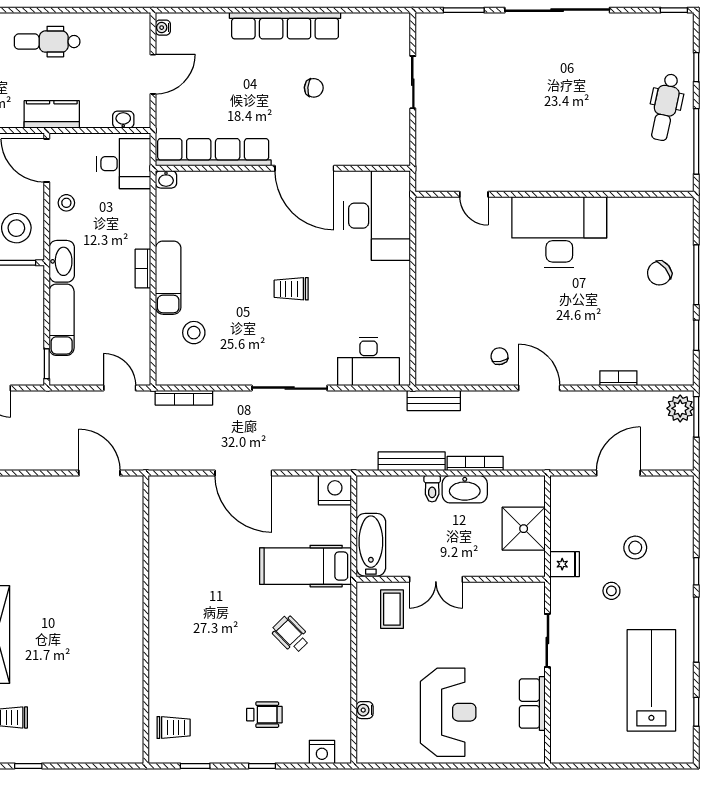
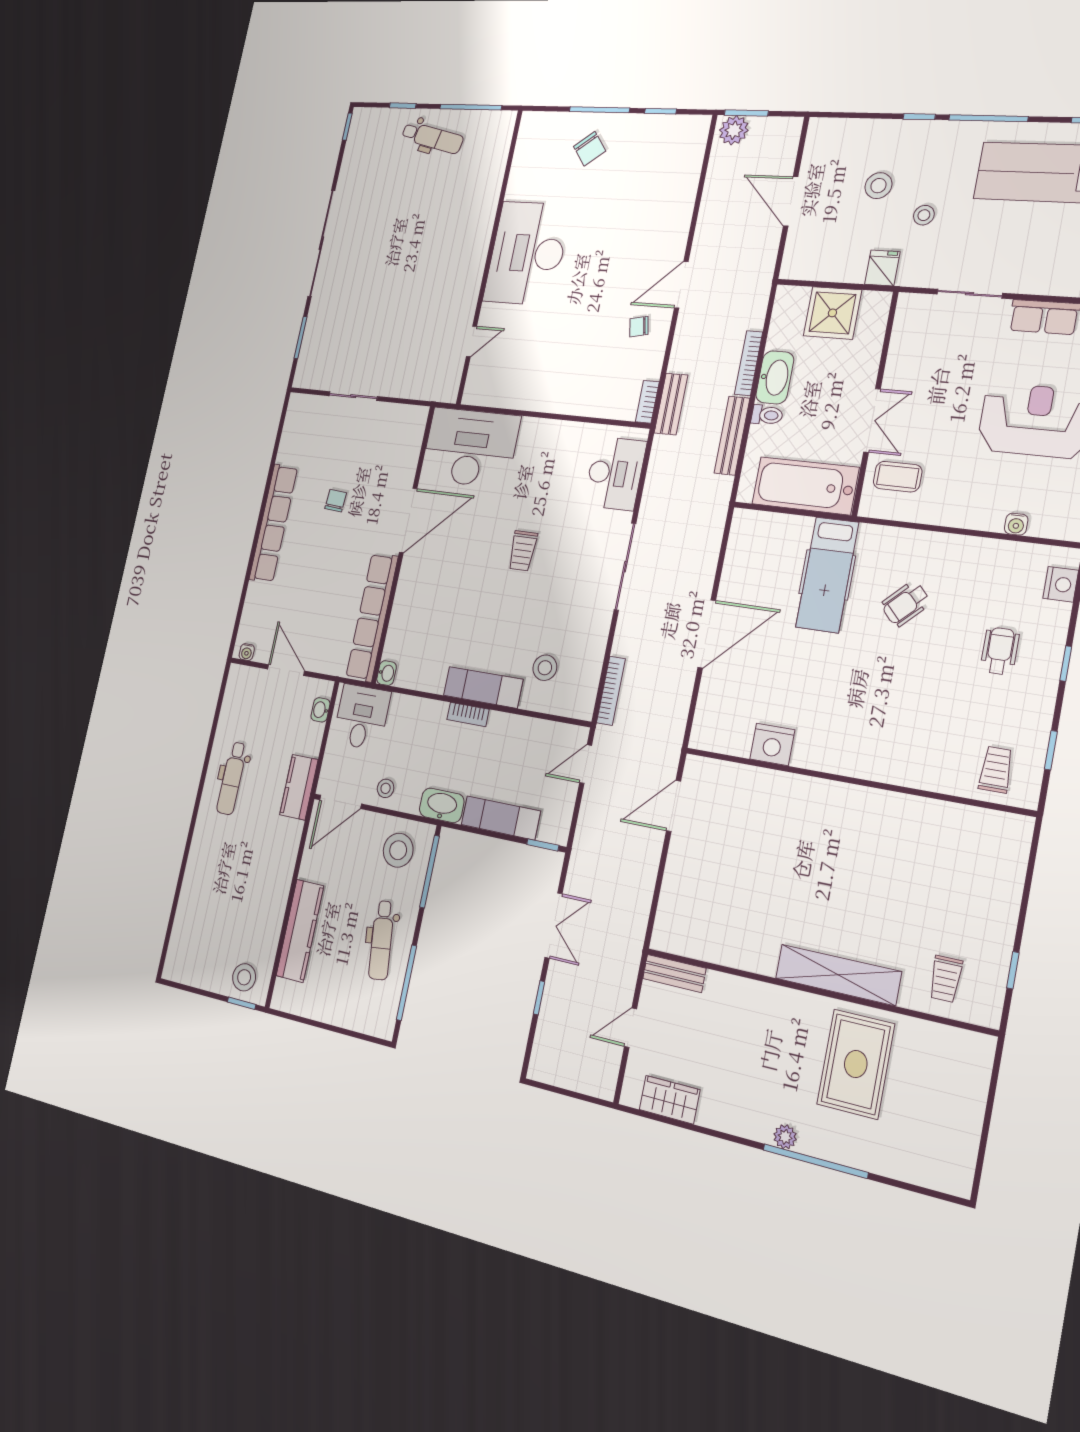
bookcase: (618, 378) -> (647, 402), moved
nightstand: (335, 490) -> (772, 744), moved, turned -90
bathtub: (371, 545) -> (805, 486), width x1.36, depth x1.36

